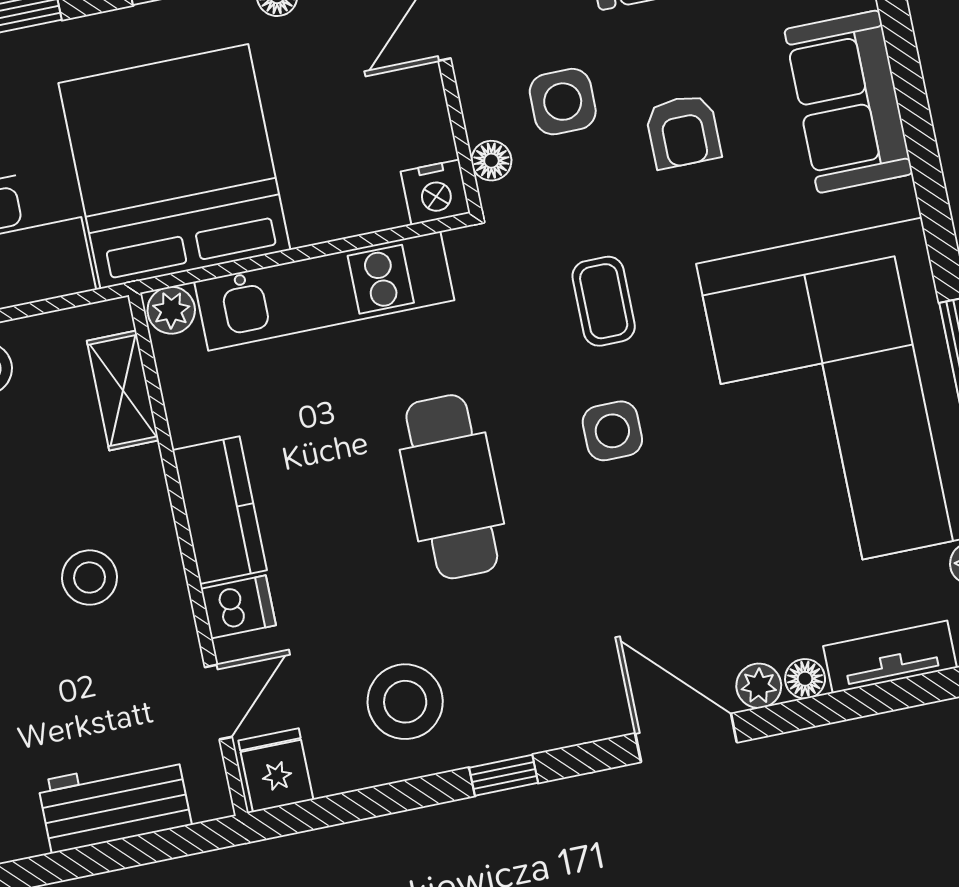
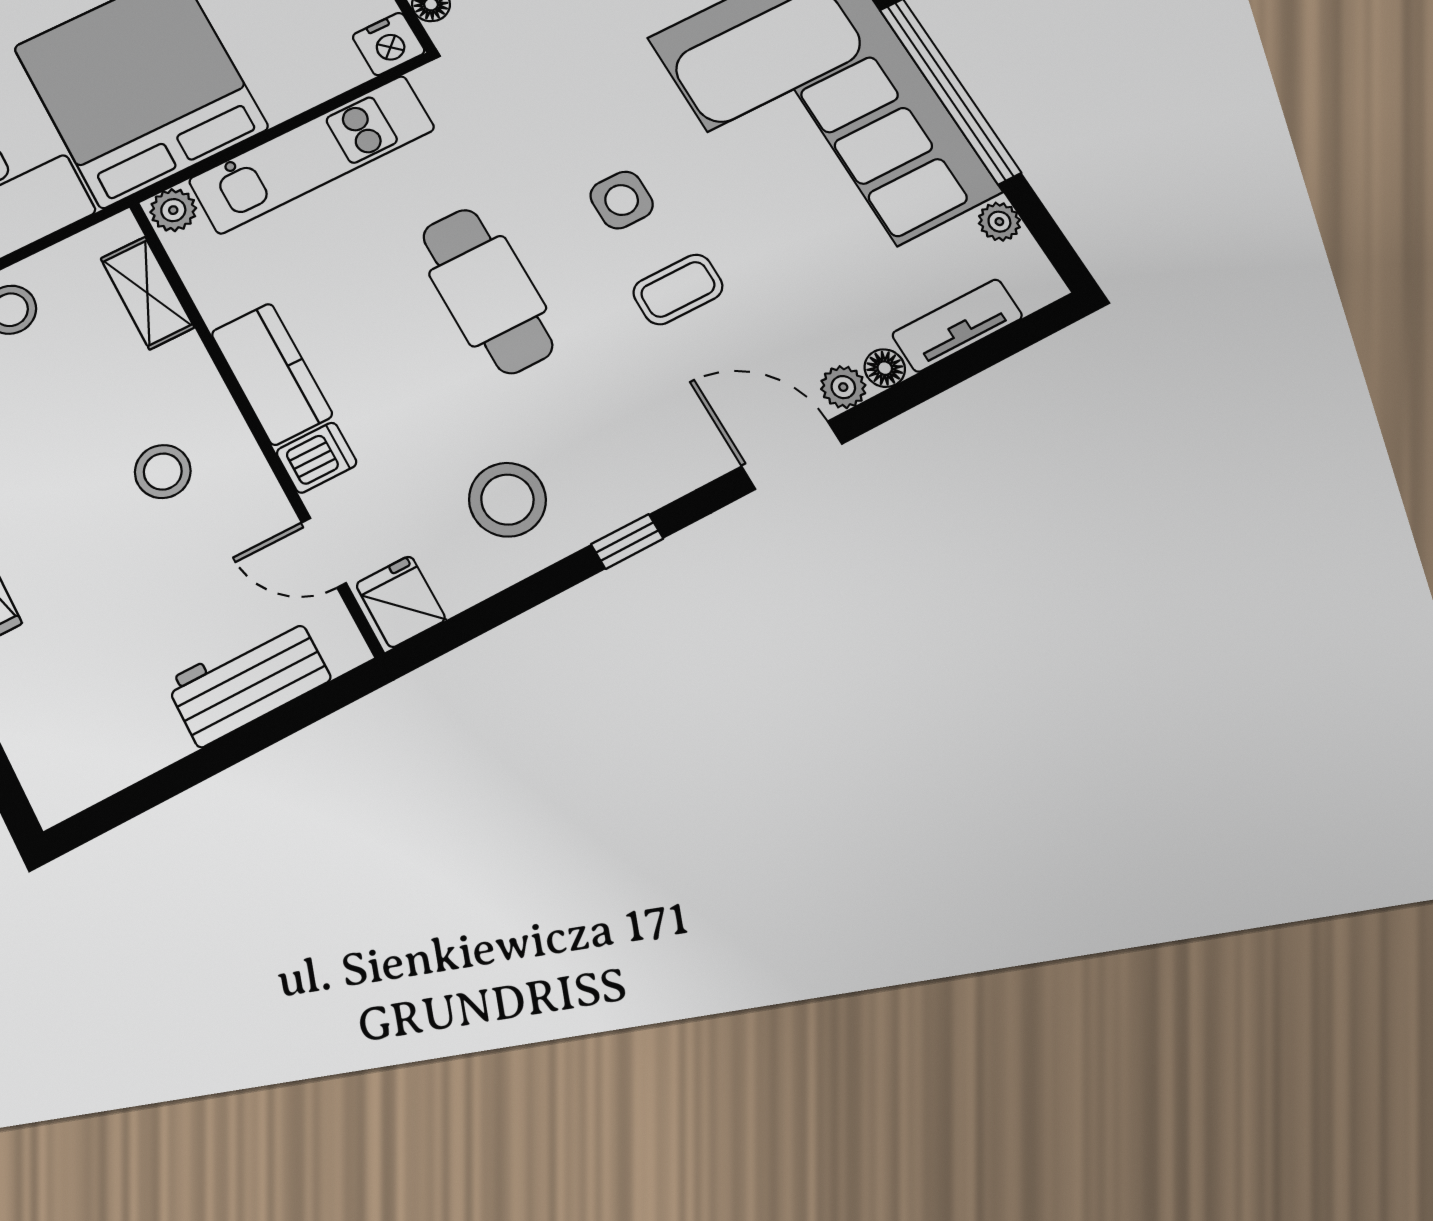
coffee table: (604, 301) -> (678, 289), moved, turned 90
door: (218, 702) -> (324, 553), swing flipped

